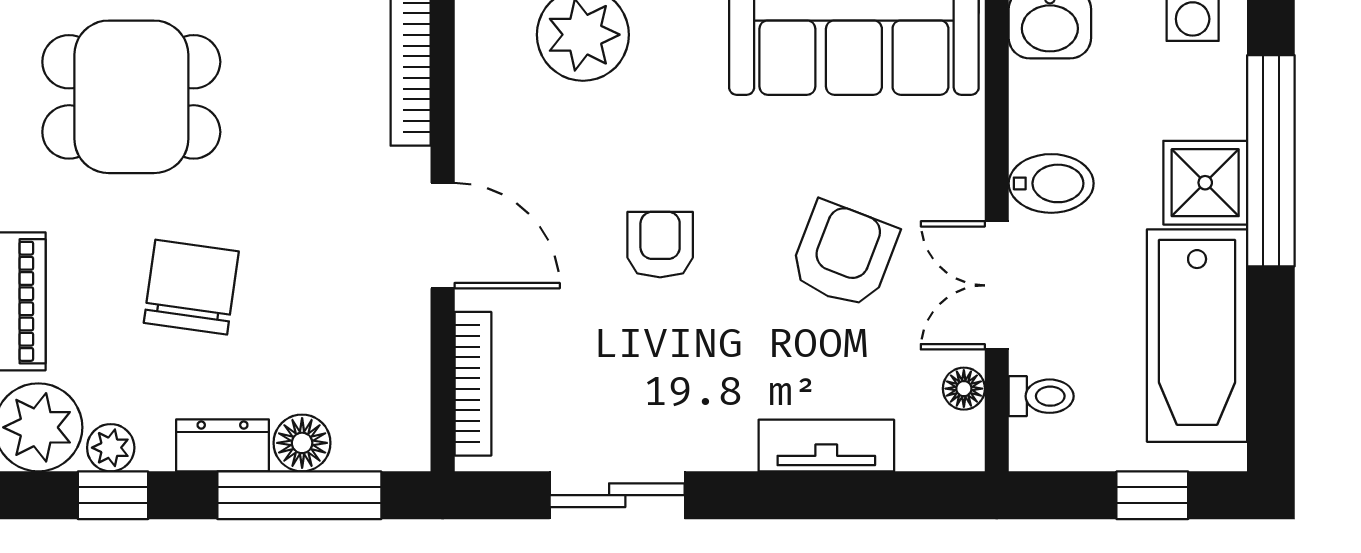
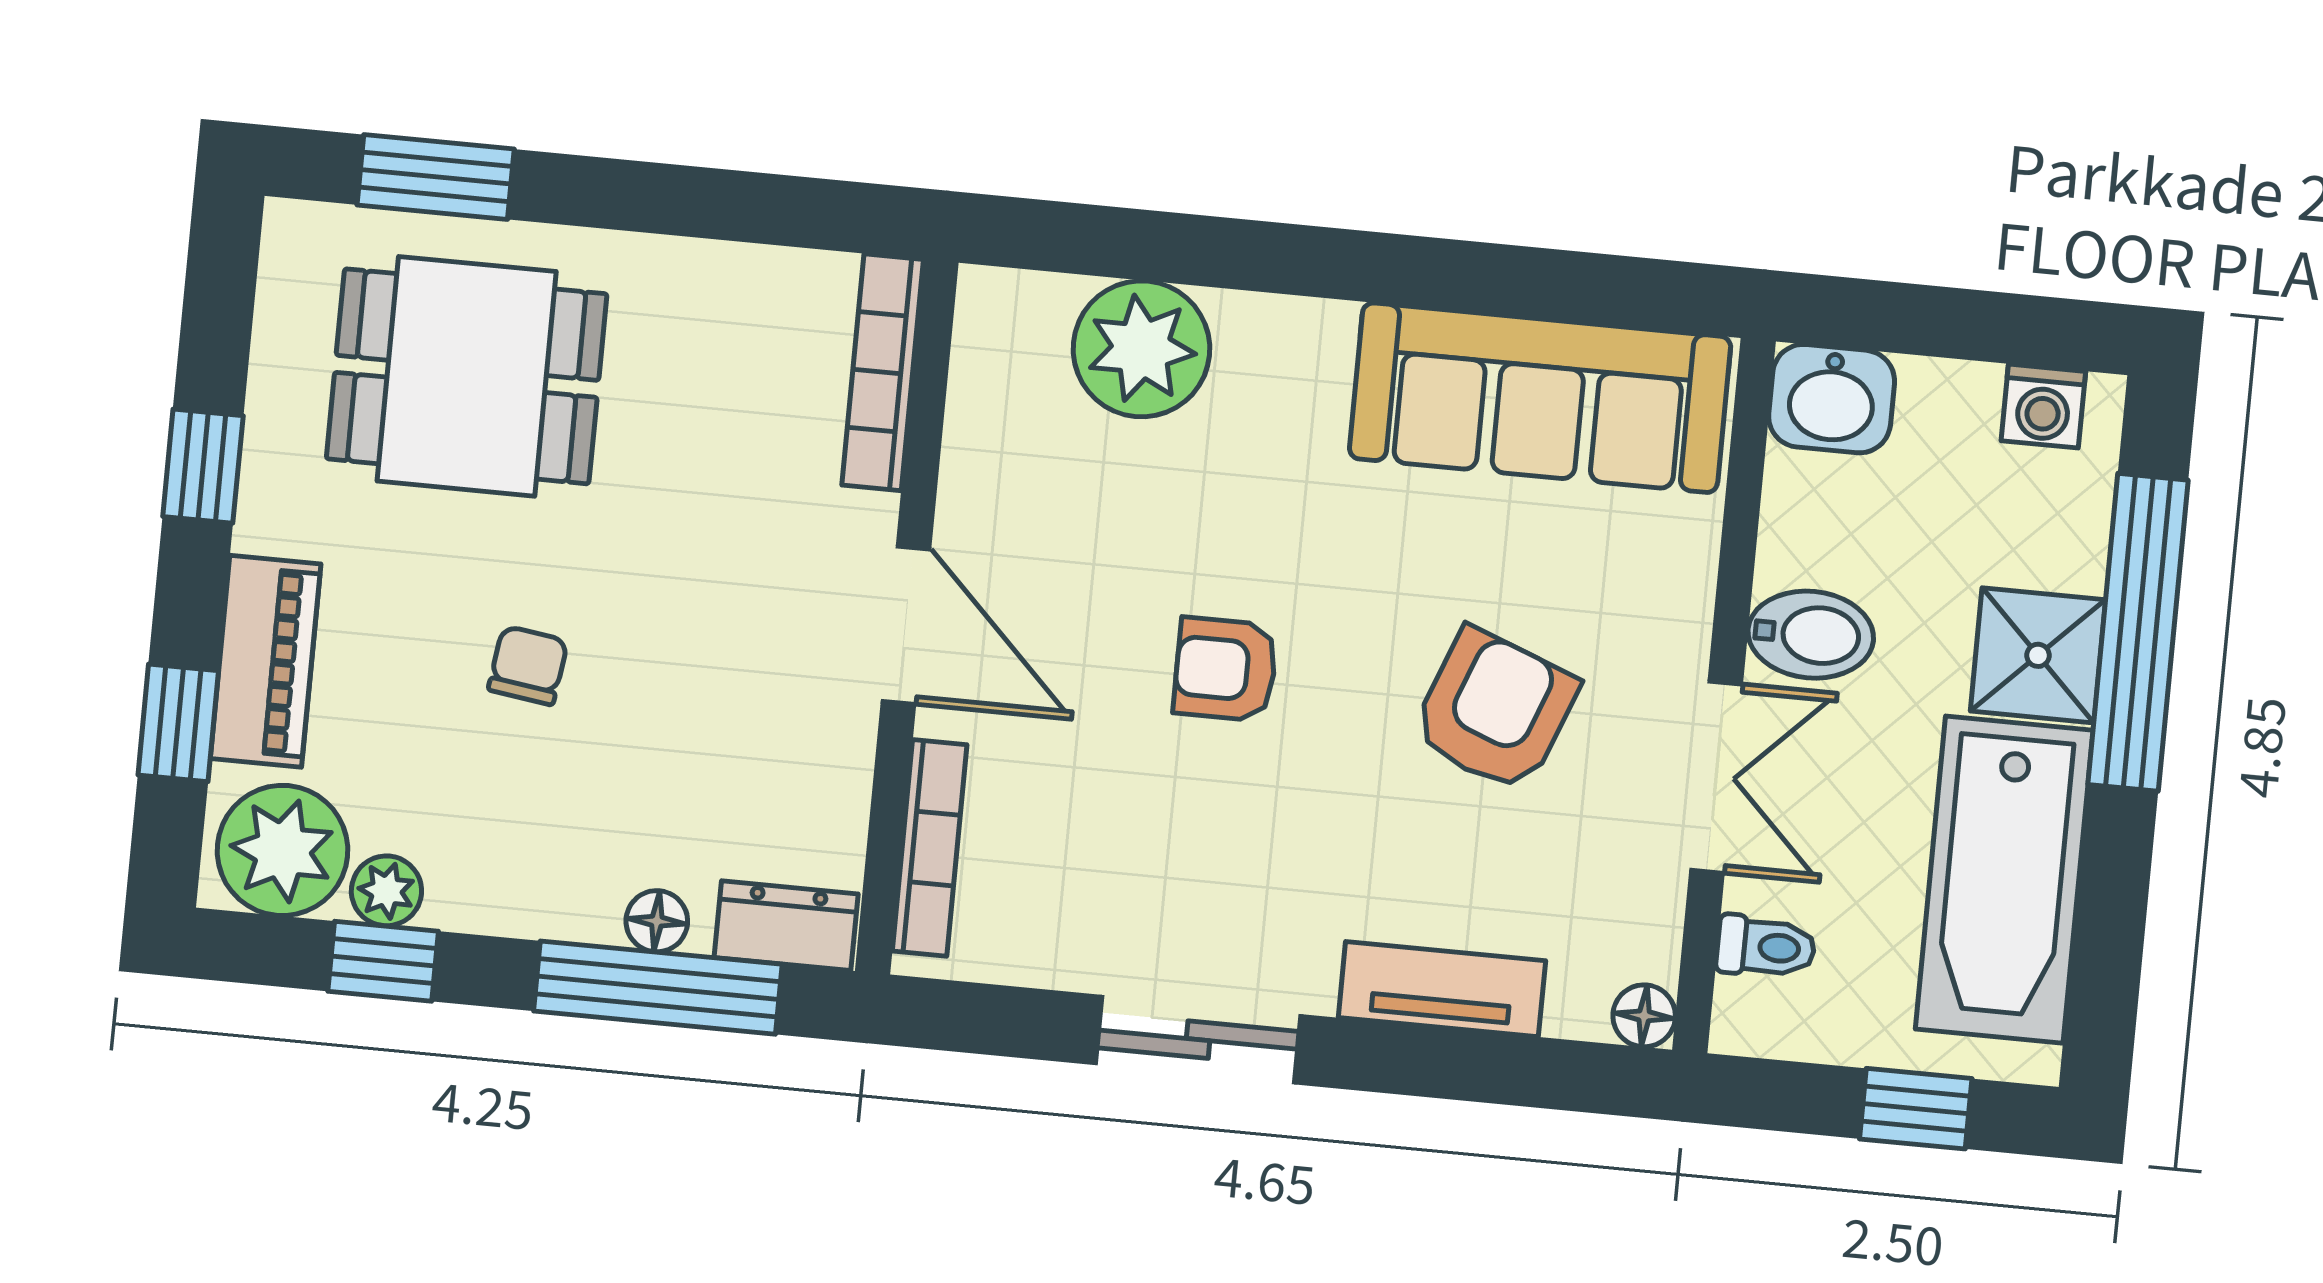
armchair: (660, 245) -> (1225, 669), turned -90
double door: (997, 285) -> (1716, 777), swing flipped
chair: (191, 287) -> (528, 665), width x0.54, depth x0.54
floor lamp: (964, 389) -> (1644, 1016), moved
floor lamp: (302, 443) -> (657, 921), width x0.73, depth x0.73
dresser: (223, 445) -> (786, 926), moved
sliding door: (617, 495) -> (1198, 1040), moved

